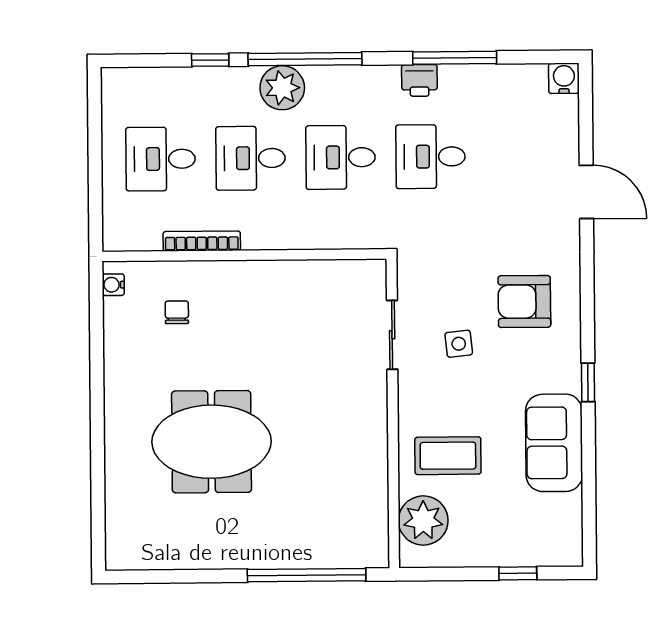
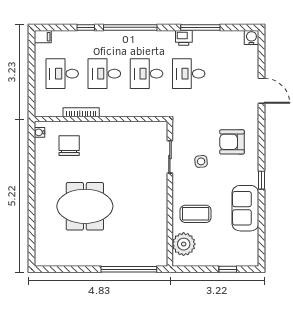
filing cabinet: (118, 80) -> (43, 37), added
plant: (282, 88) -> (119, 41), removed
chair: (177, 312) -> (69, 146), width x1.87, depth x1.87

